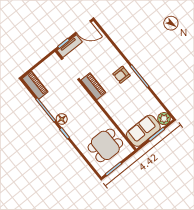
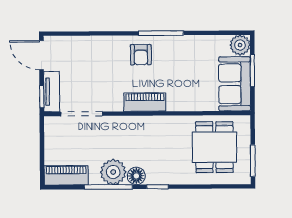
door: (83, 27) -> (41, 55), swing flipped
piano: (93, 86) -> (145, 102), moved
plant: (55, 106) -> (113, 172), added

